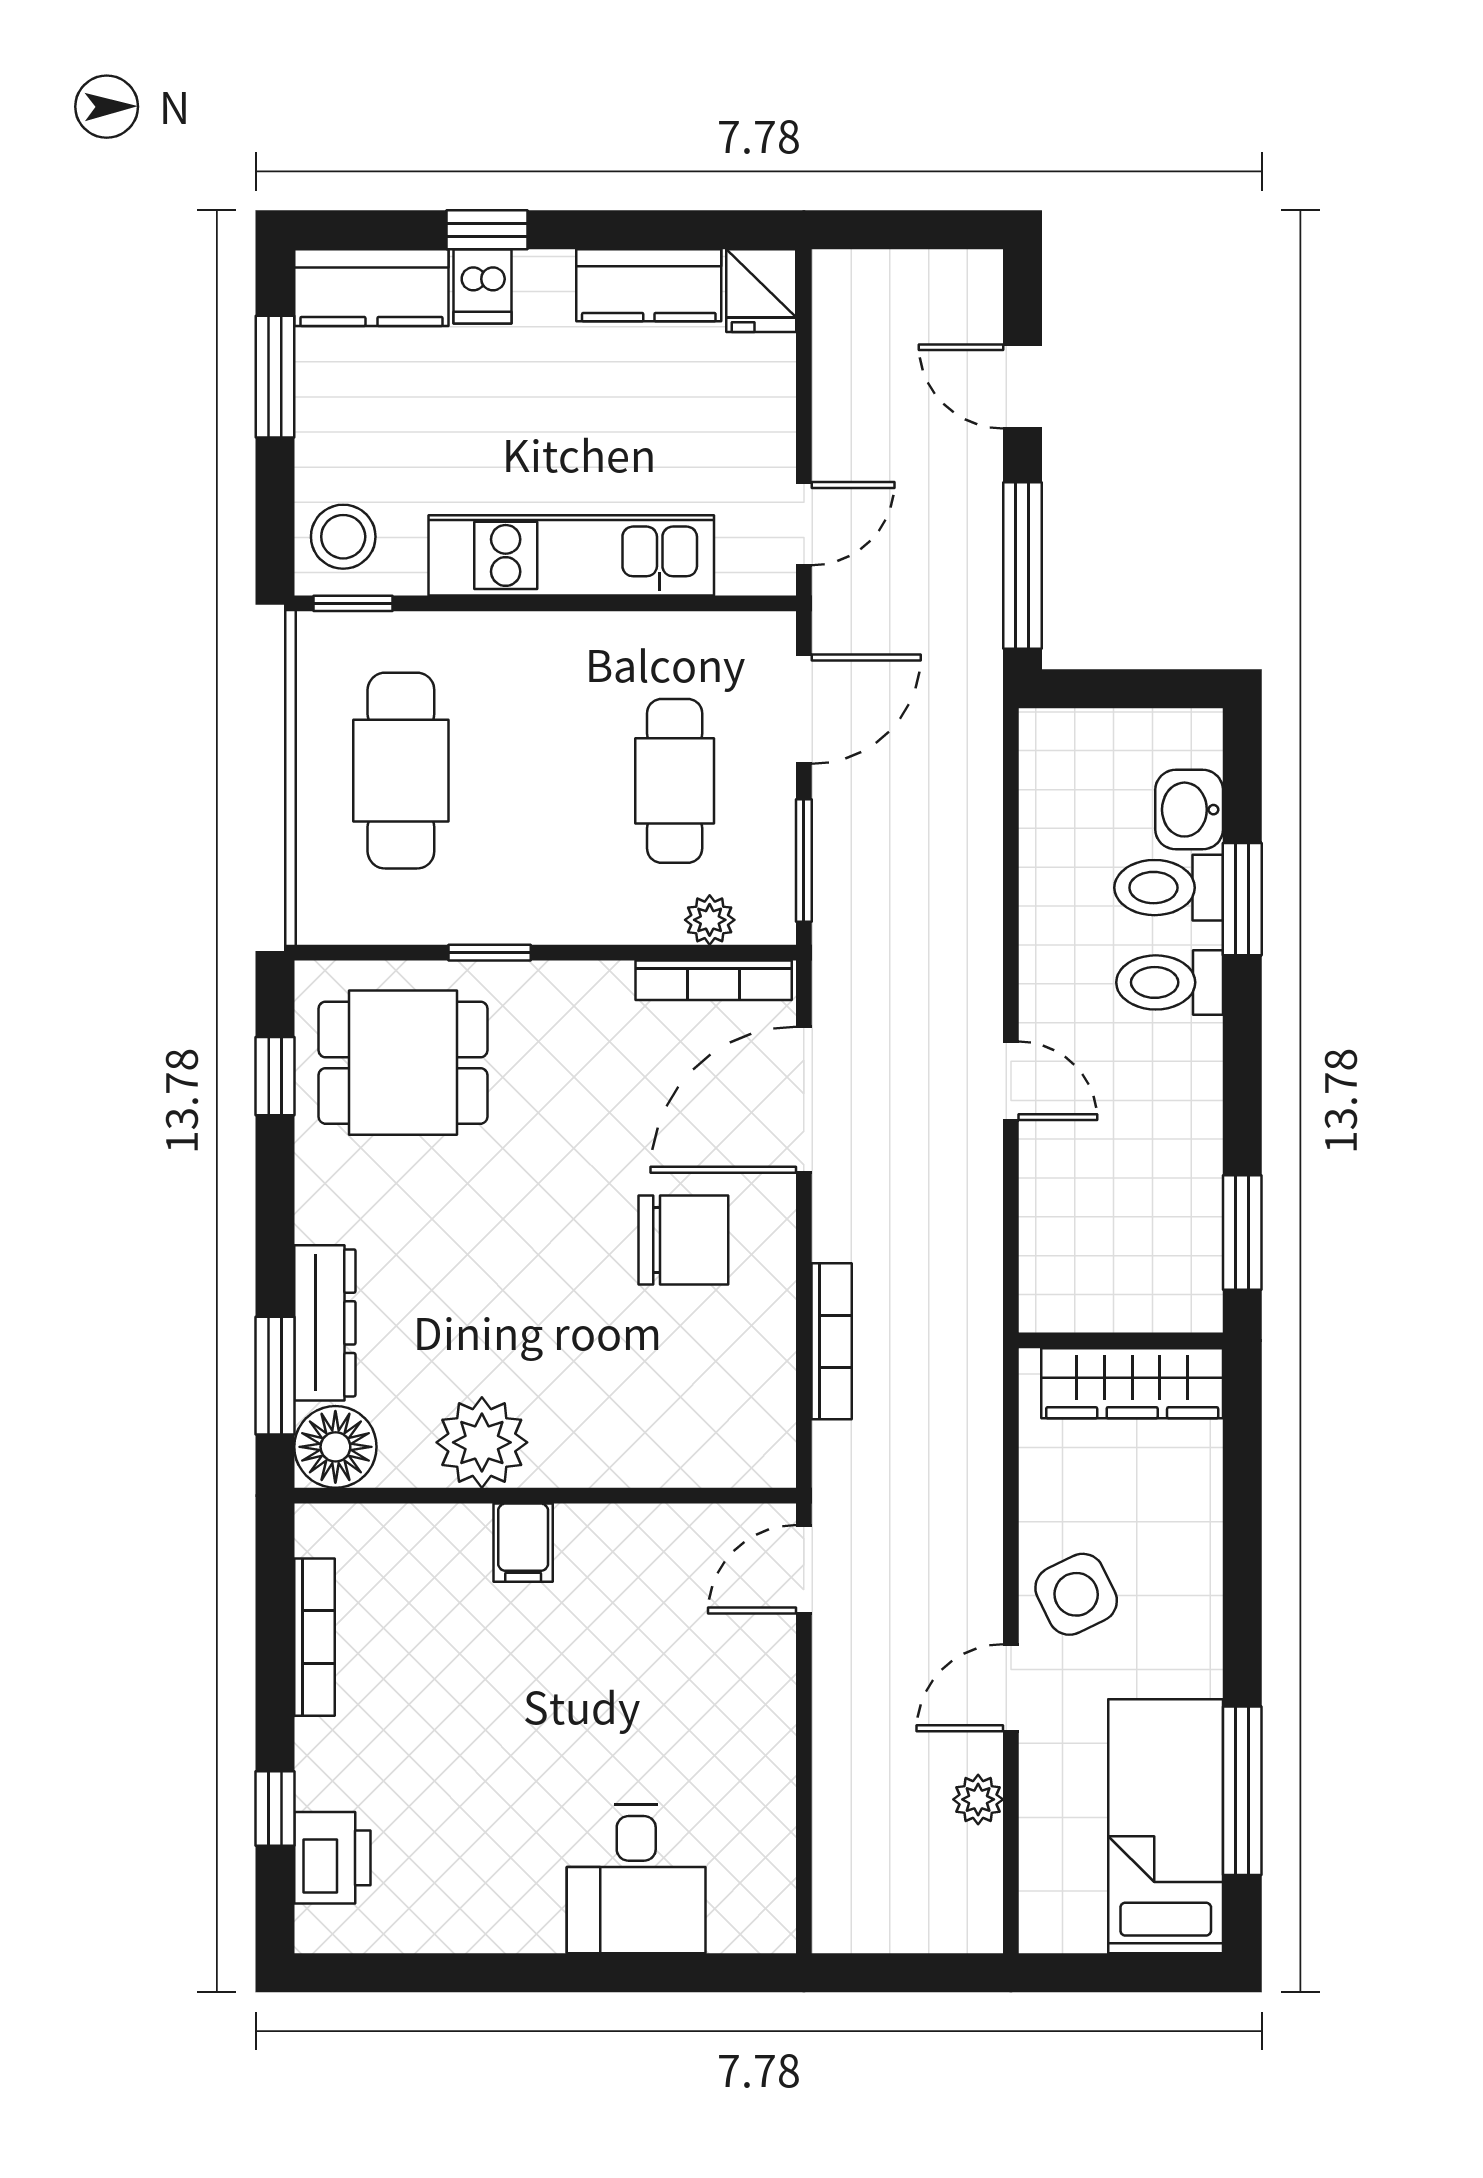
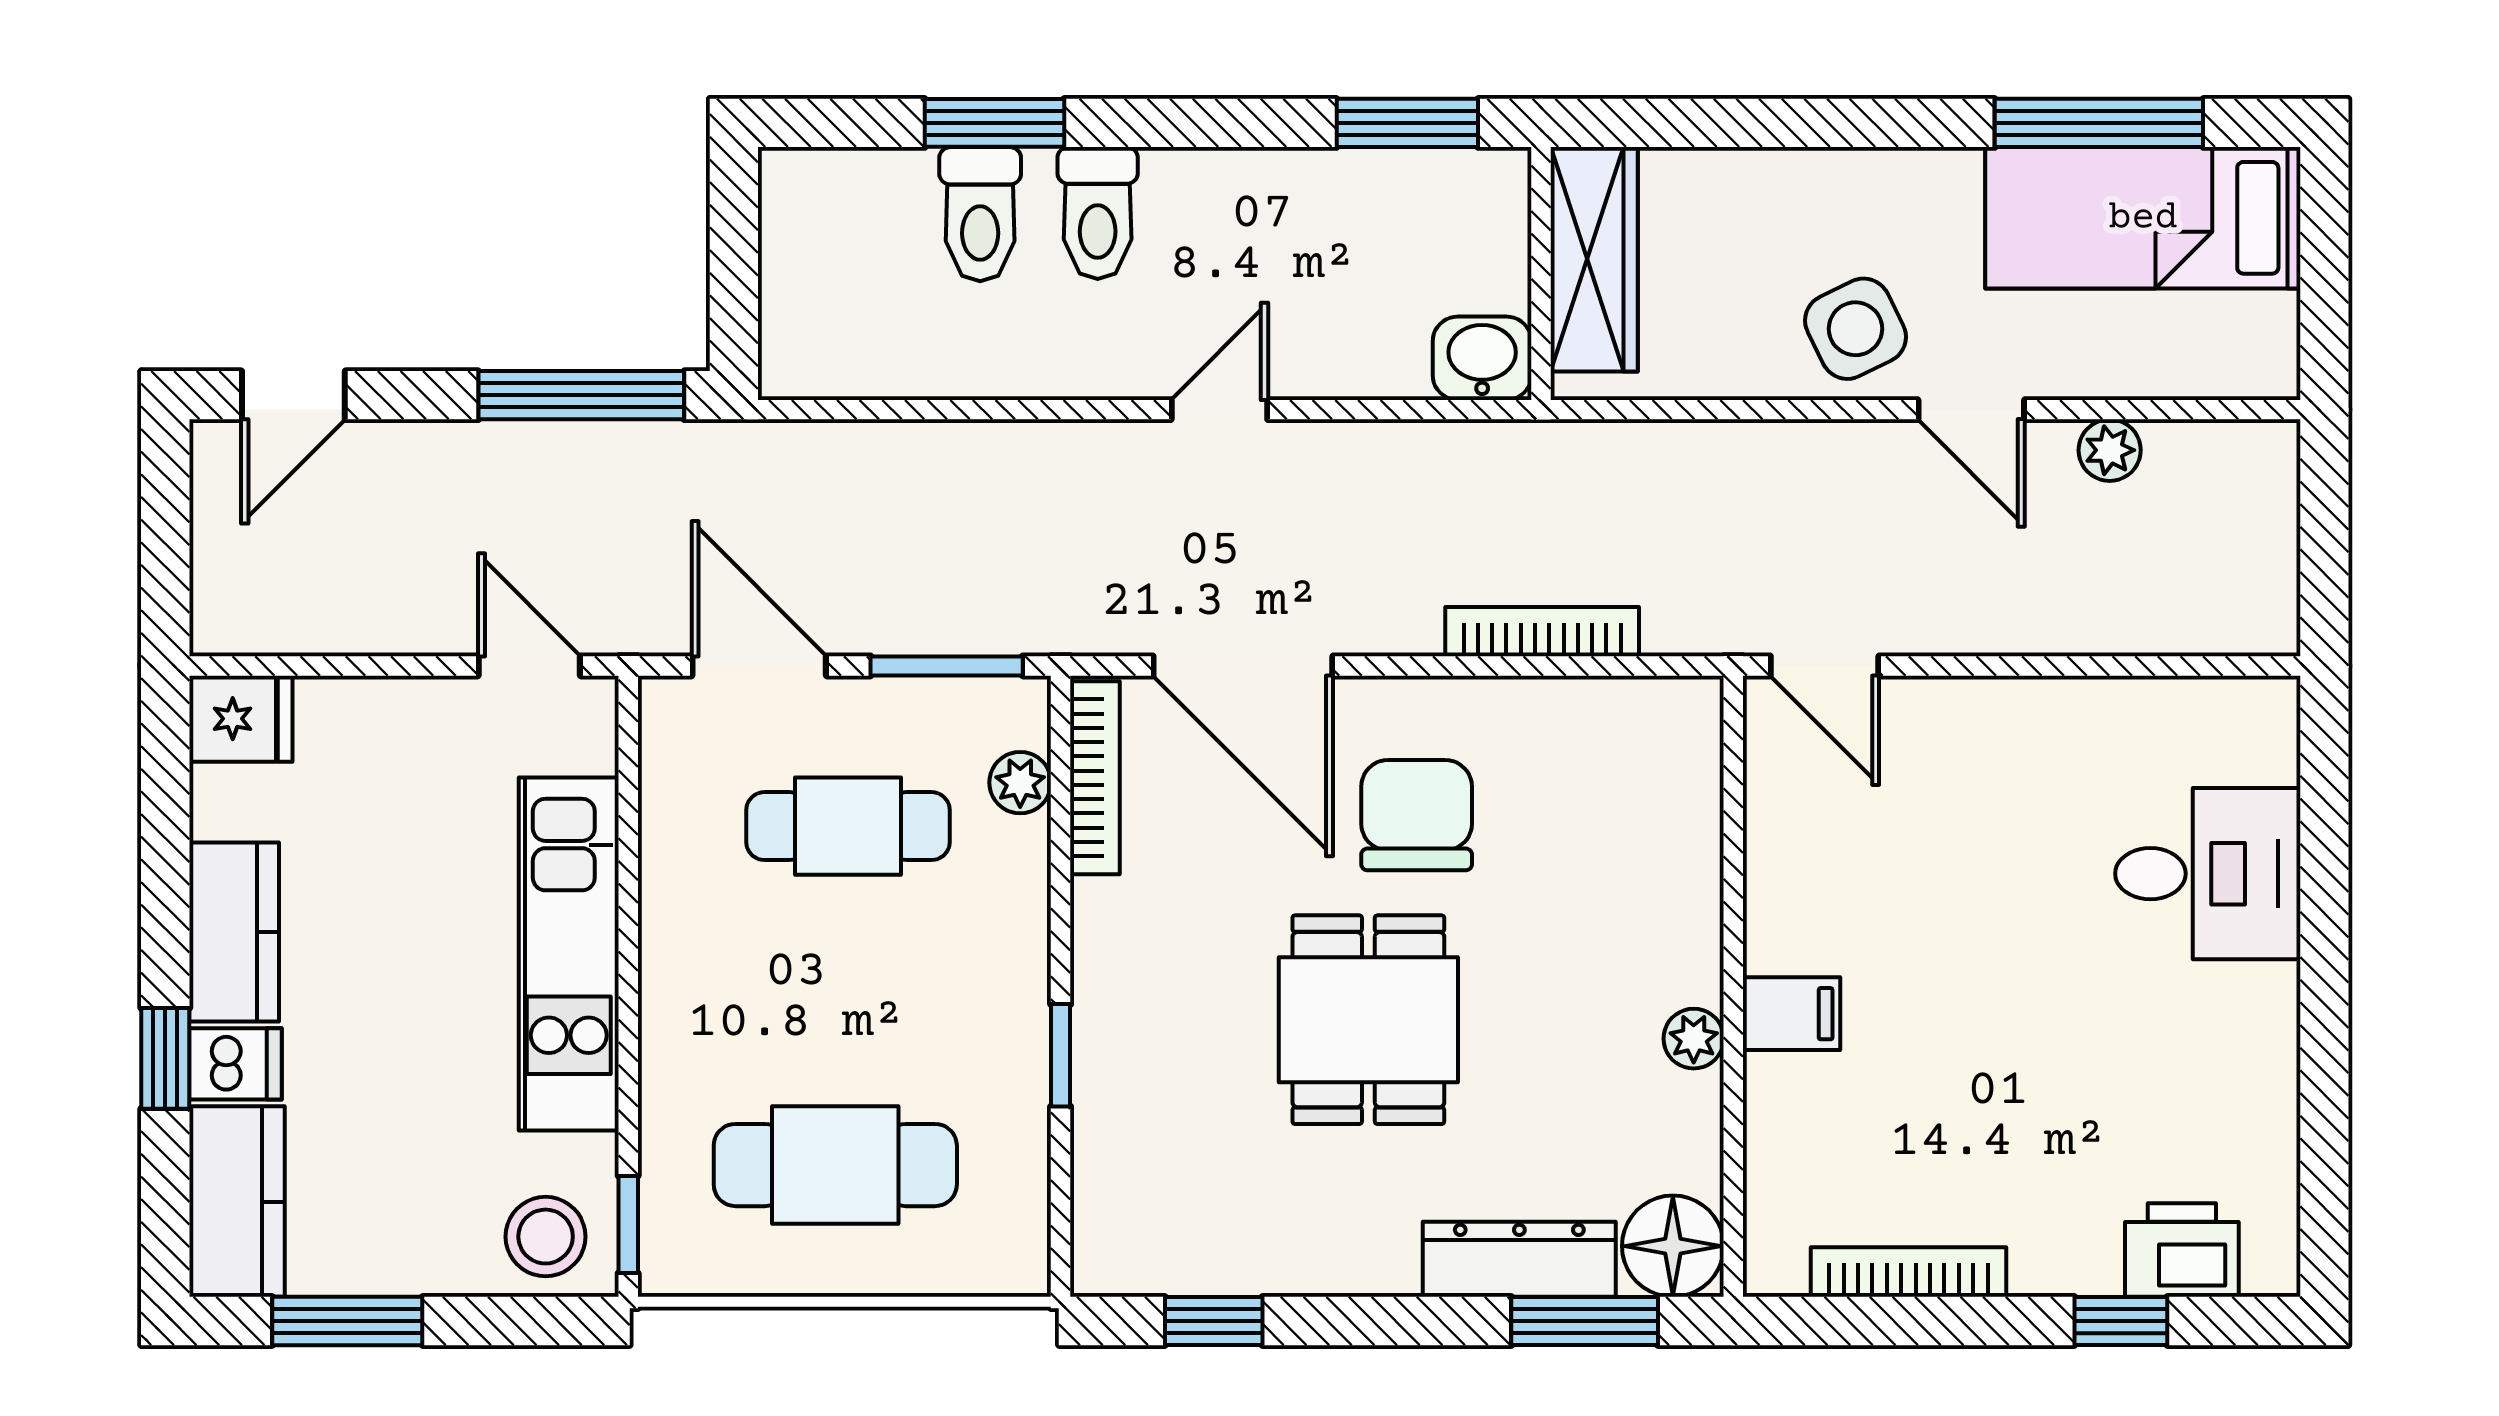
kitchen counter: (649, 285) -> (234, 932), moved
door: (1022, 386) -> (293, 395), moved
washbasin: (1189, 810) -> (1482, 358), moved, turned 180
dining table: (403, 1063) -> (1368, 1020), moved
plant: (482, 1442) -> (1694, 1039), width x0.53, depth x0.53

